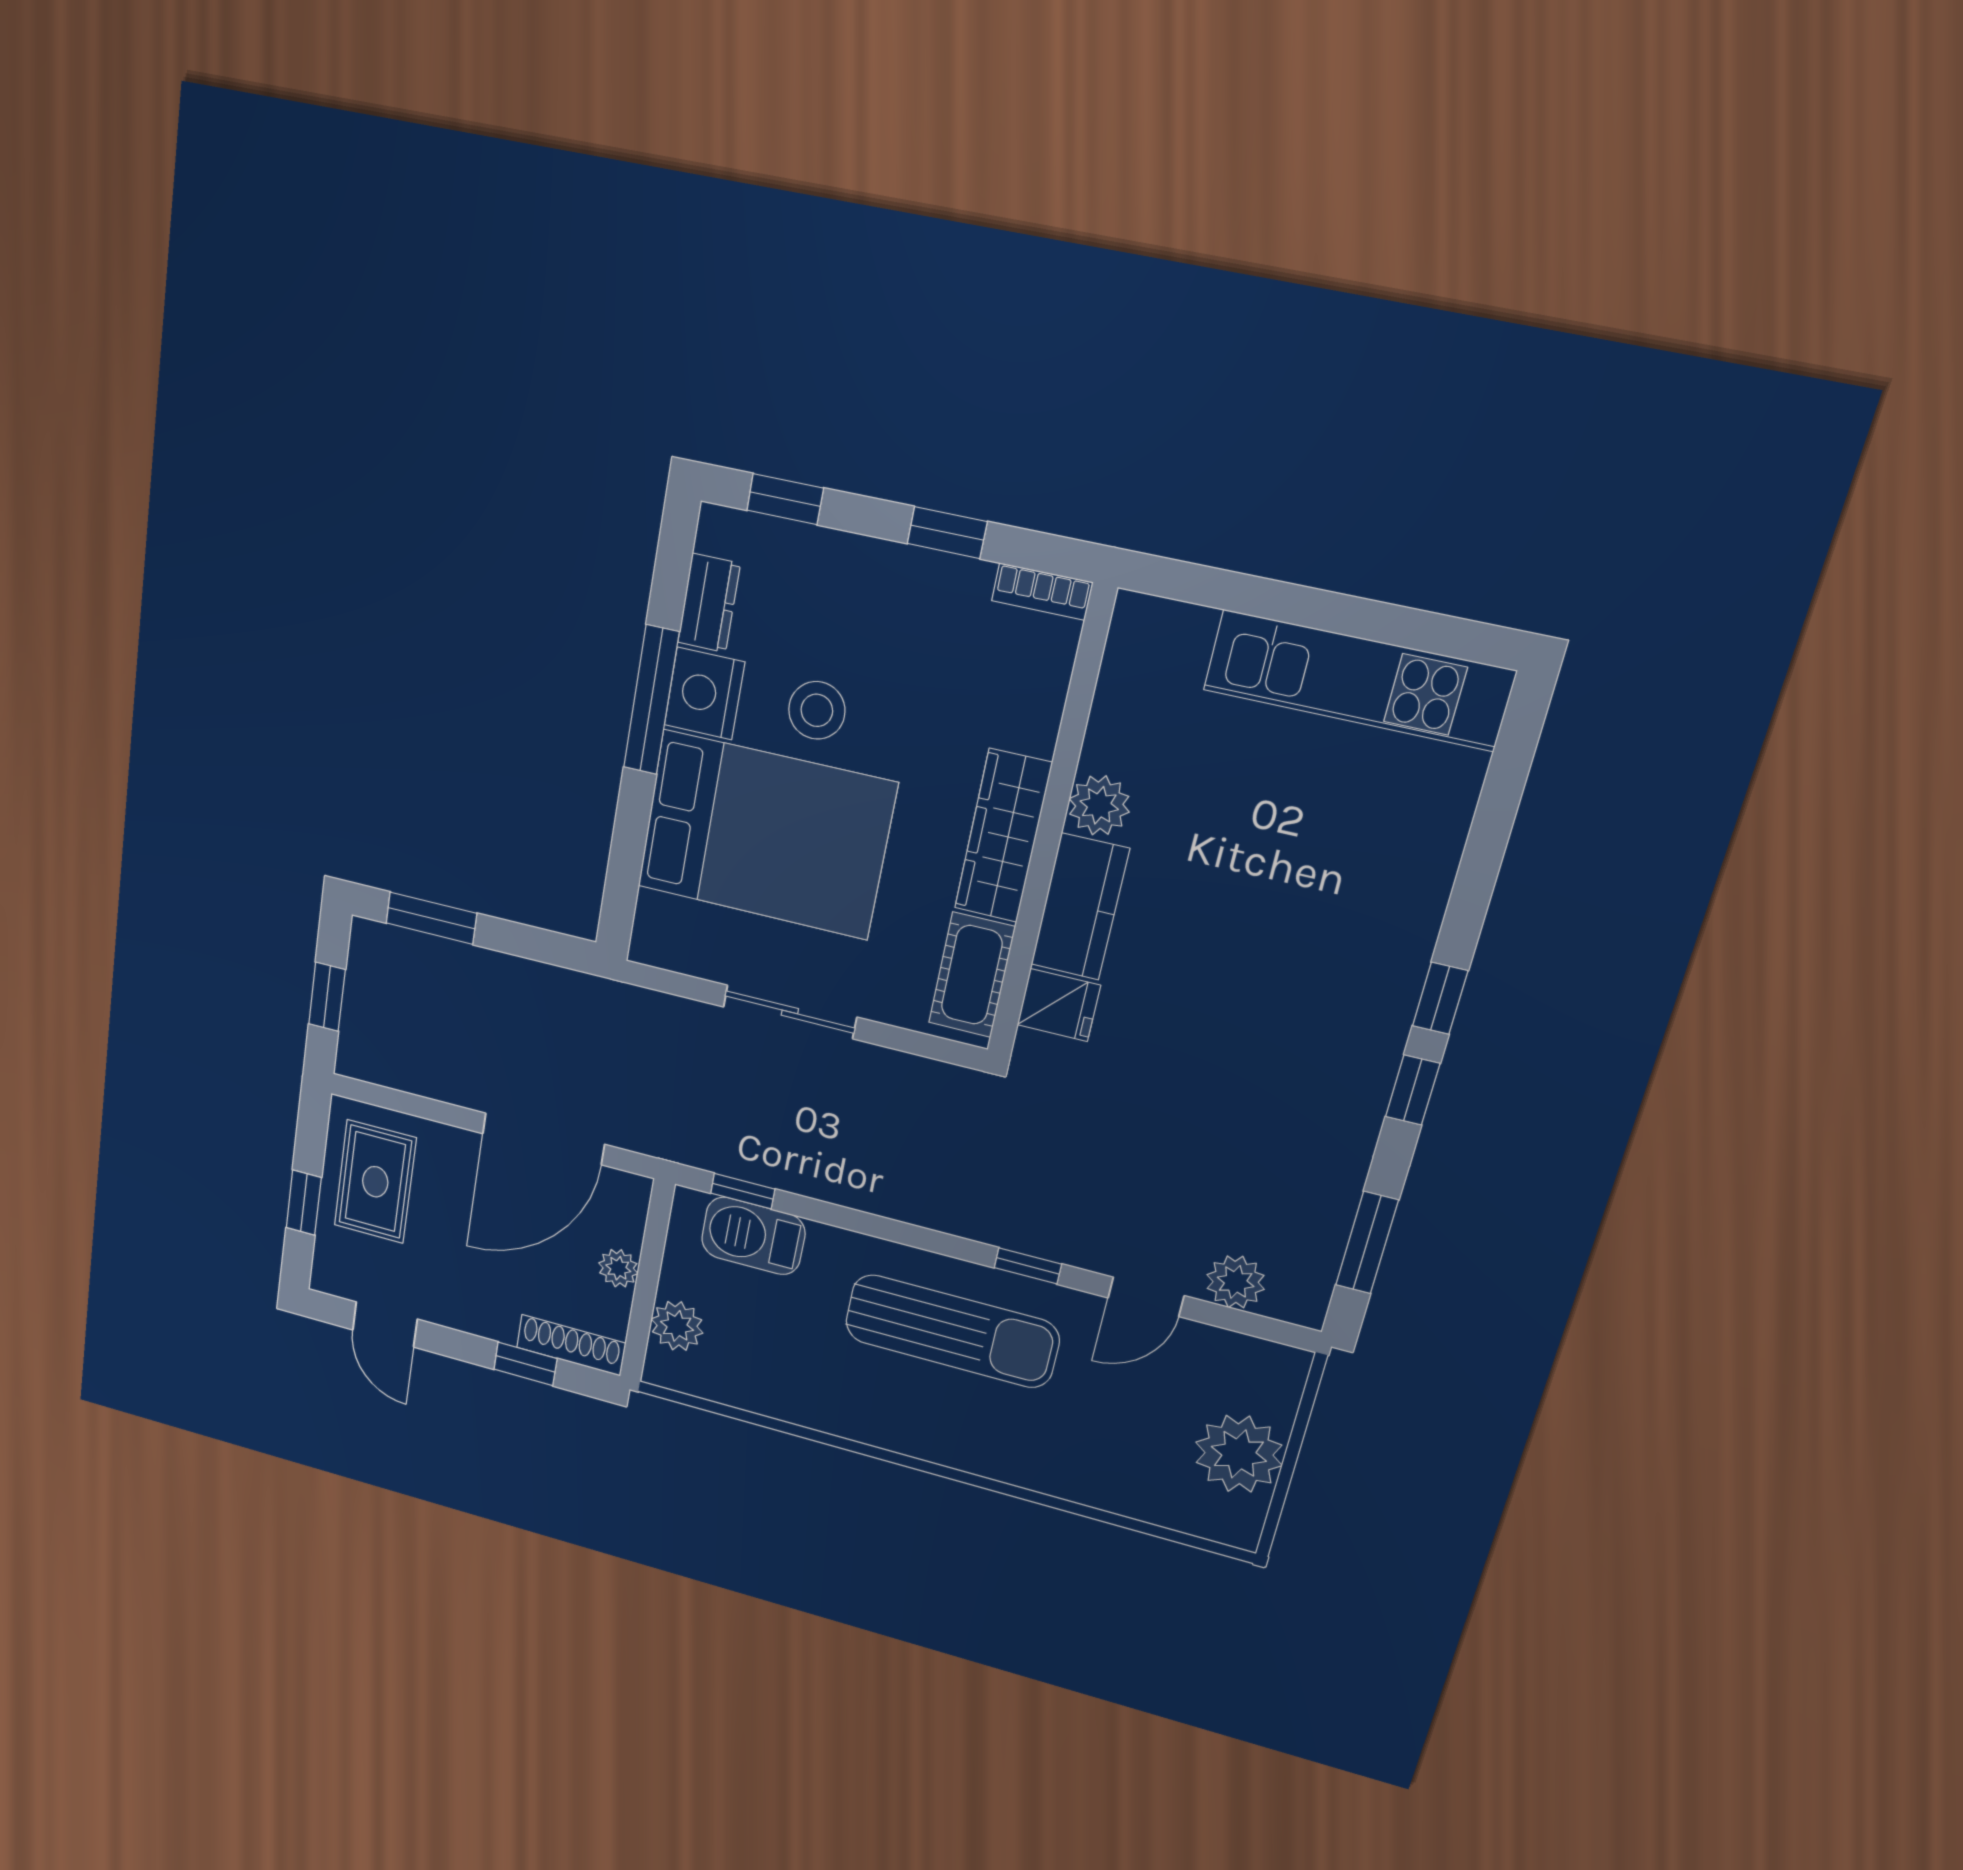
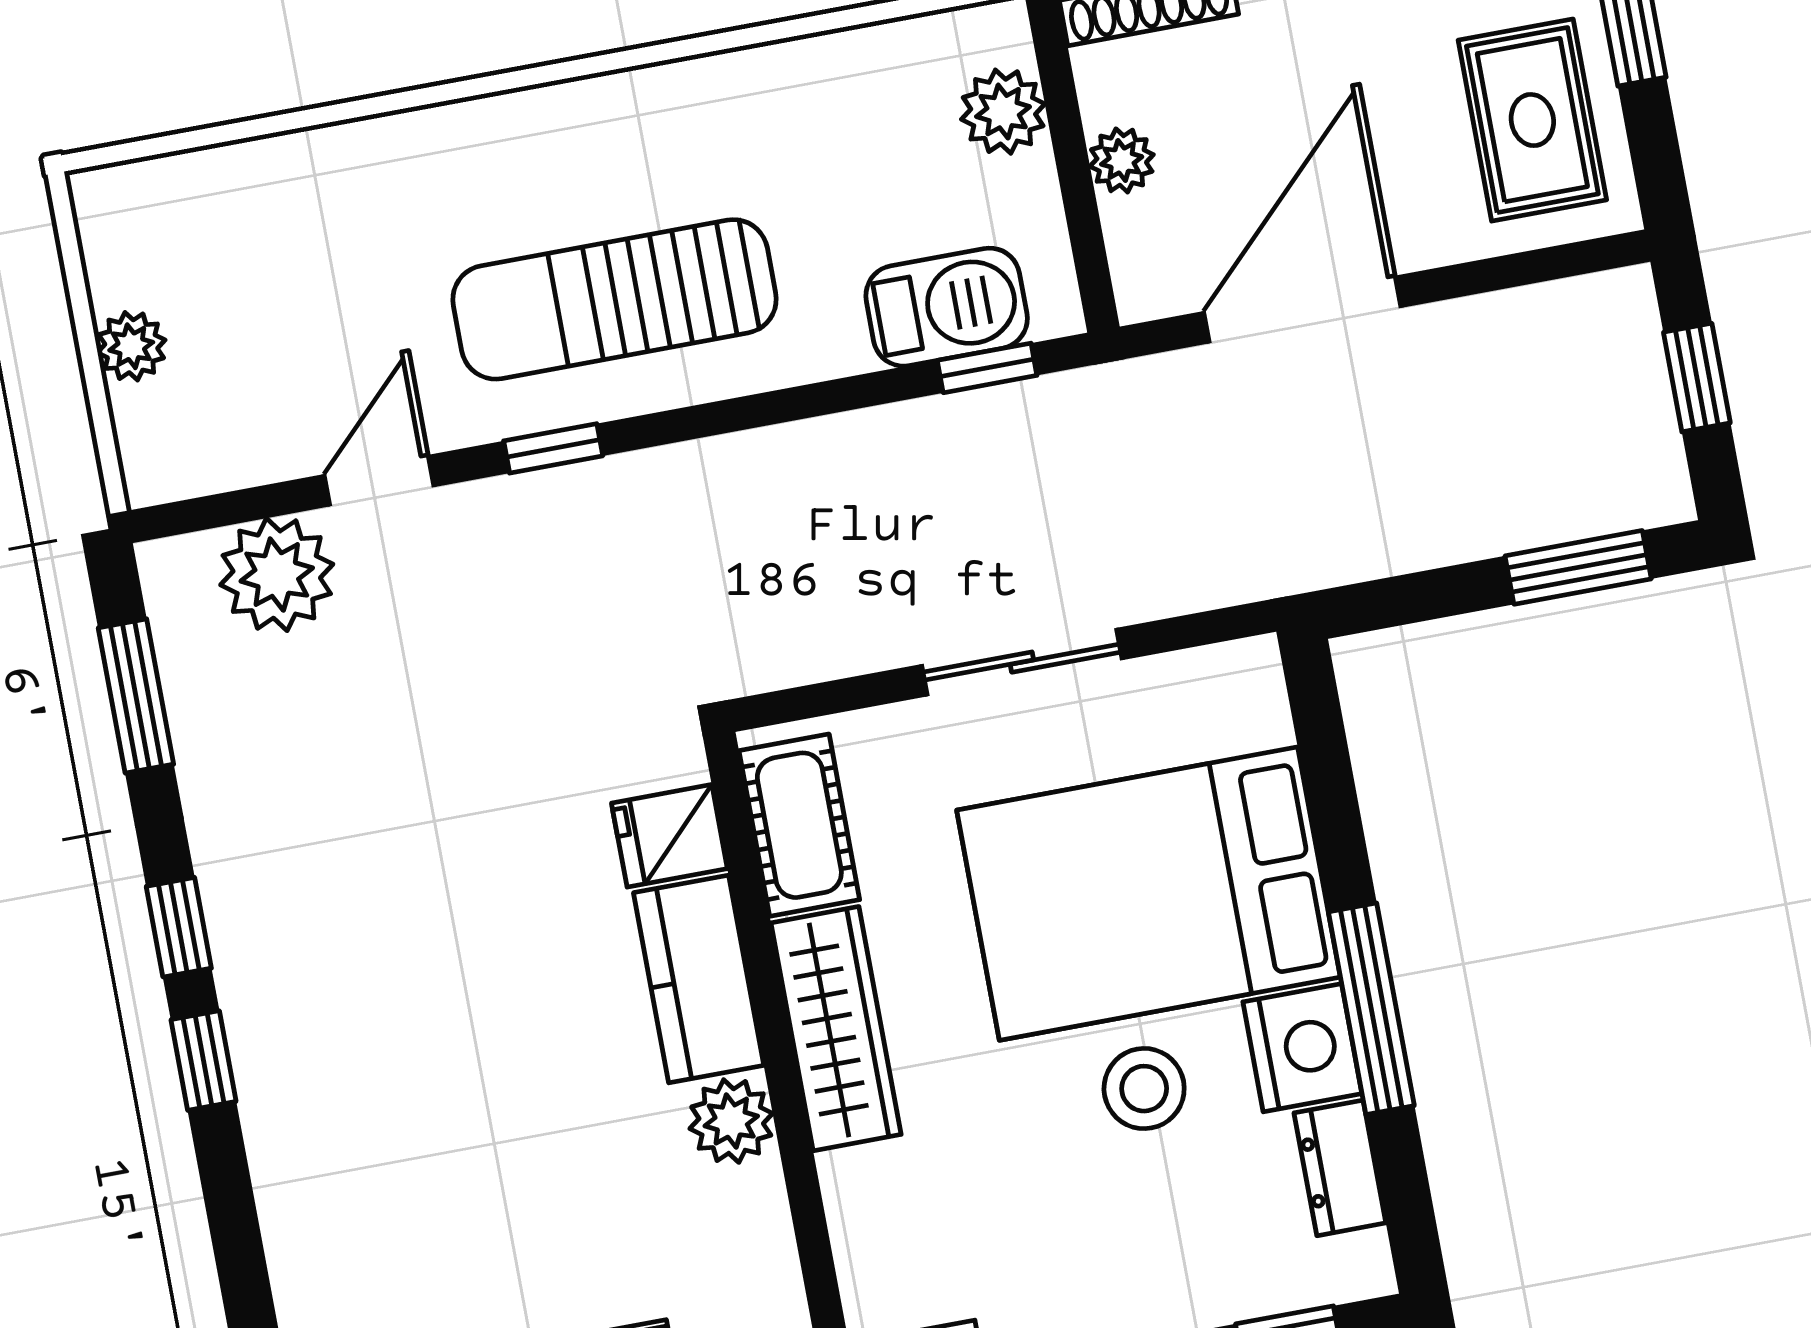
plant: (1236, 1282) -> (277, 575), width x1.36, depth x1.36
plant: (1239, 1454) -> (131, 346), width x0.53, depth x0.53

